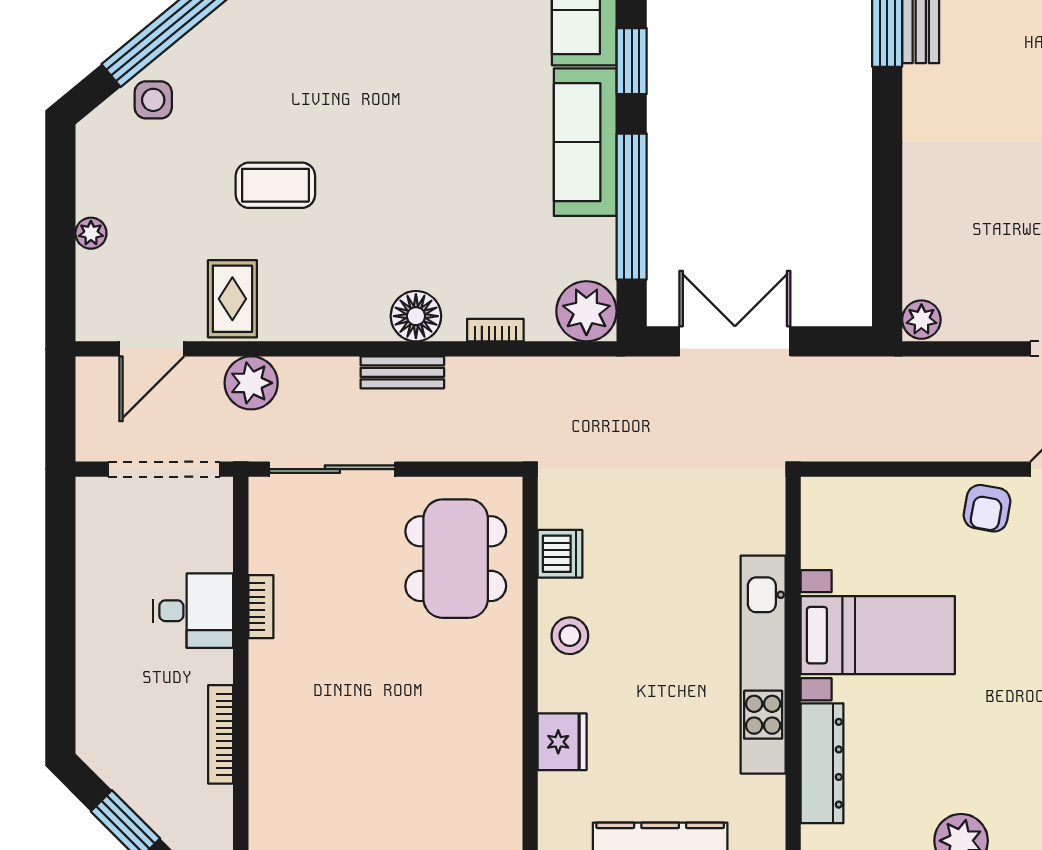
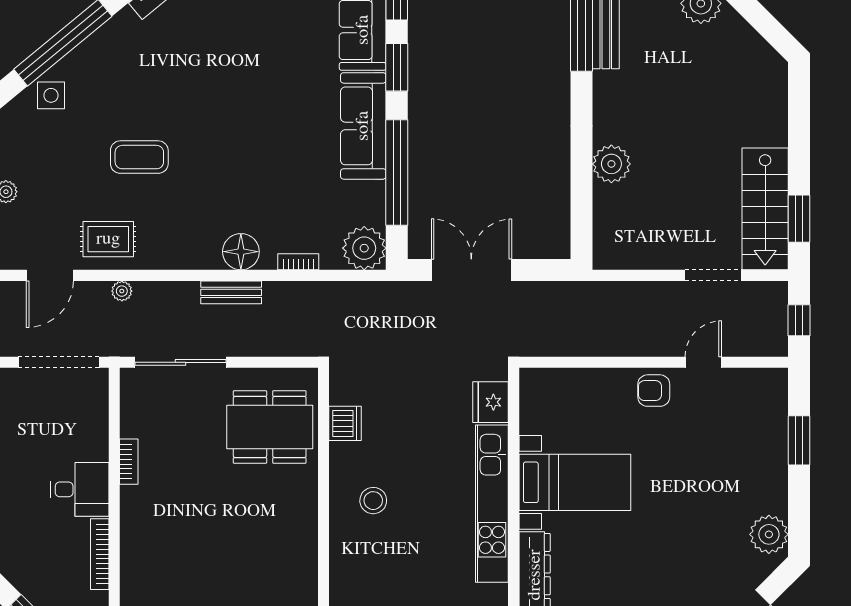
rug: (232, 299) -> (108, 239), turned 90
plant: (921, 320) -> (611, 164), moved, width x1.36, depth x1.36
plant: (251, 383) -> (122, 291), width x0.53, depth x0.53
armchair: (987, 508) -> (654, 391), turned 80
dining table: (456, 559) -> (270, 427), turned 90
desk: (193, 611) -> (80, 489), moved
stool: (570, 636) -> (373, 501), moved
fridge: (562, 742) -> (491, 402), moved, turned 180

